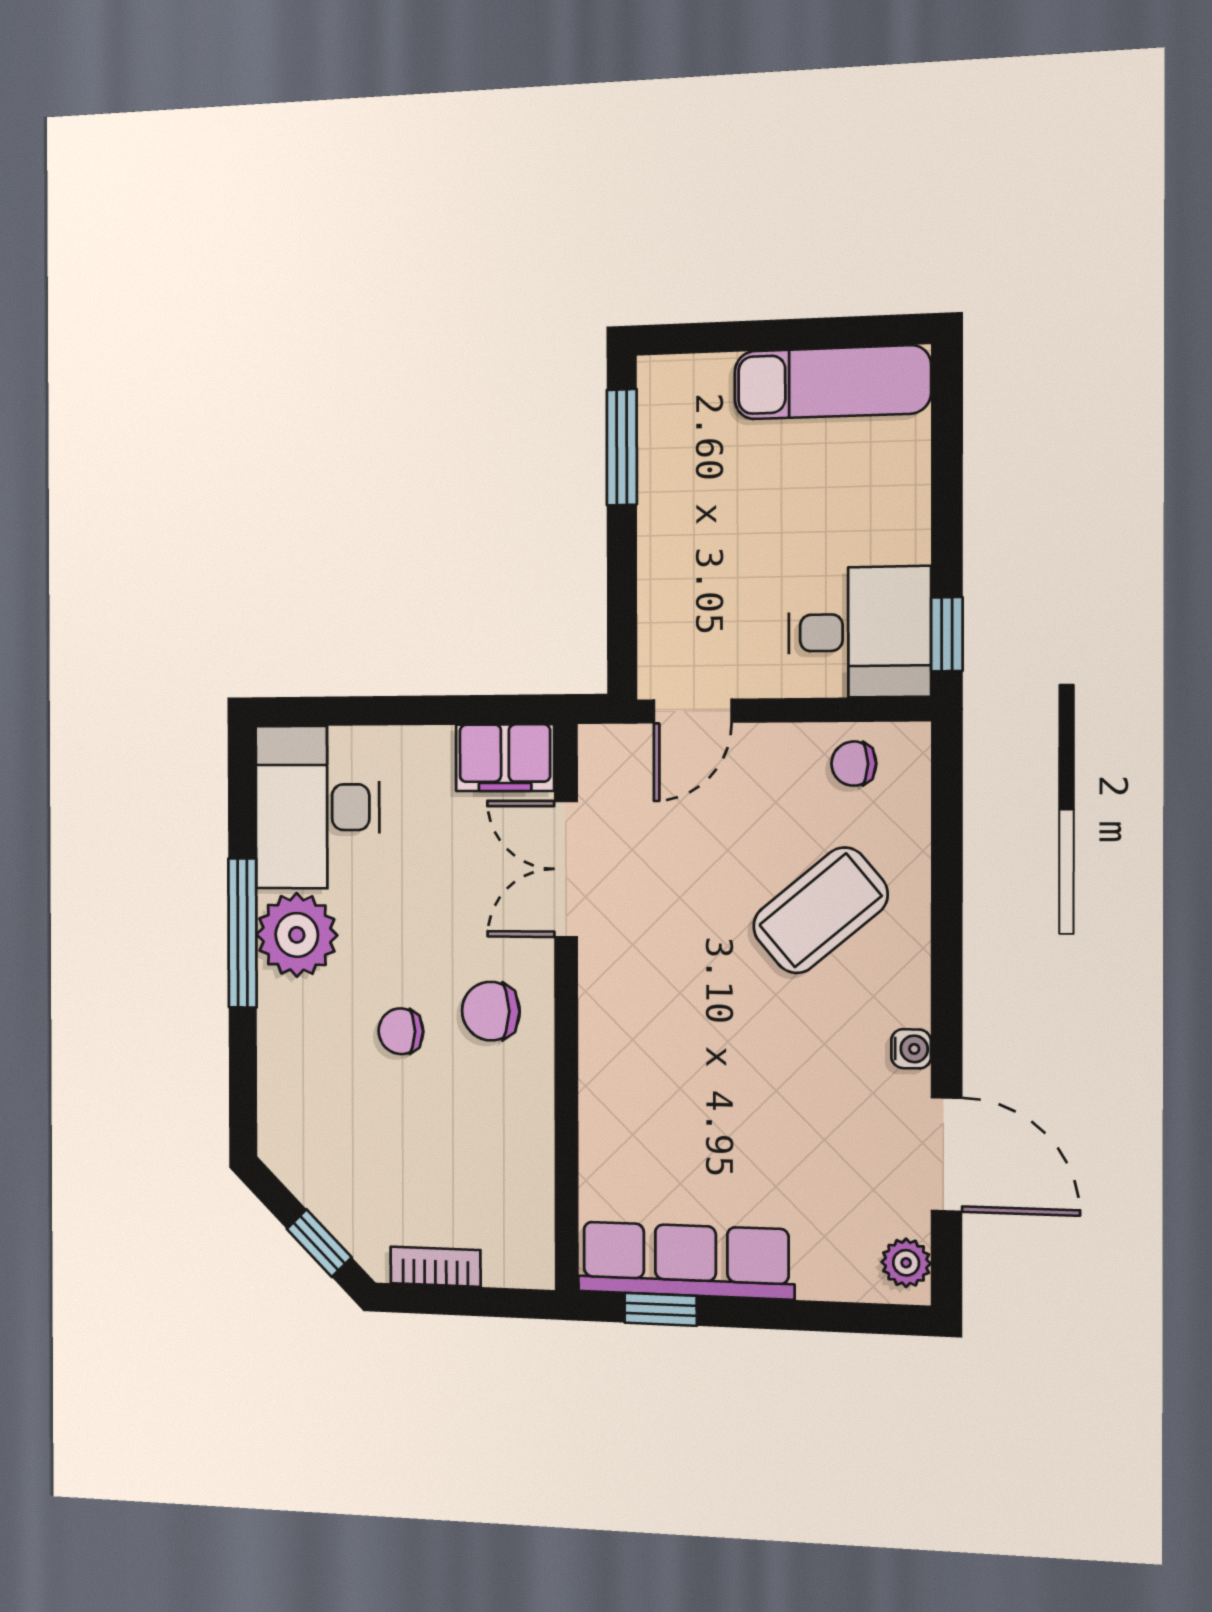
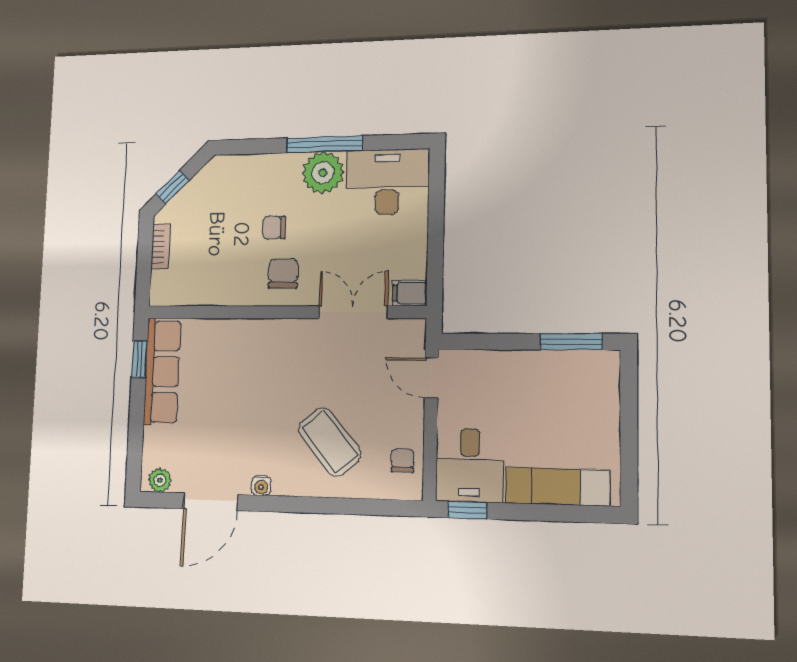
exam couch: (832, 382) -> (557, 487), moved, turned 90
filing cabinet: (505, 758) -> (410, 293), width x0.50
chair: (401, 1031) -> (274, 227), turned -90

